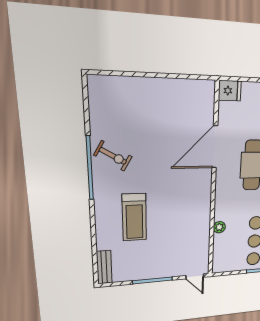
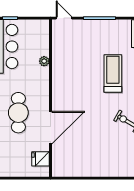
fridge: (230, 91) -> (41, 159), moved

